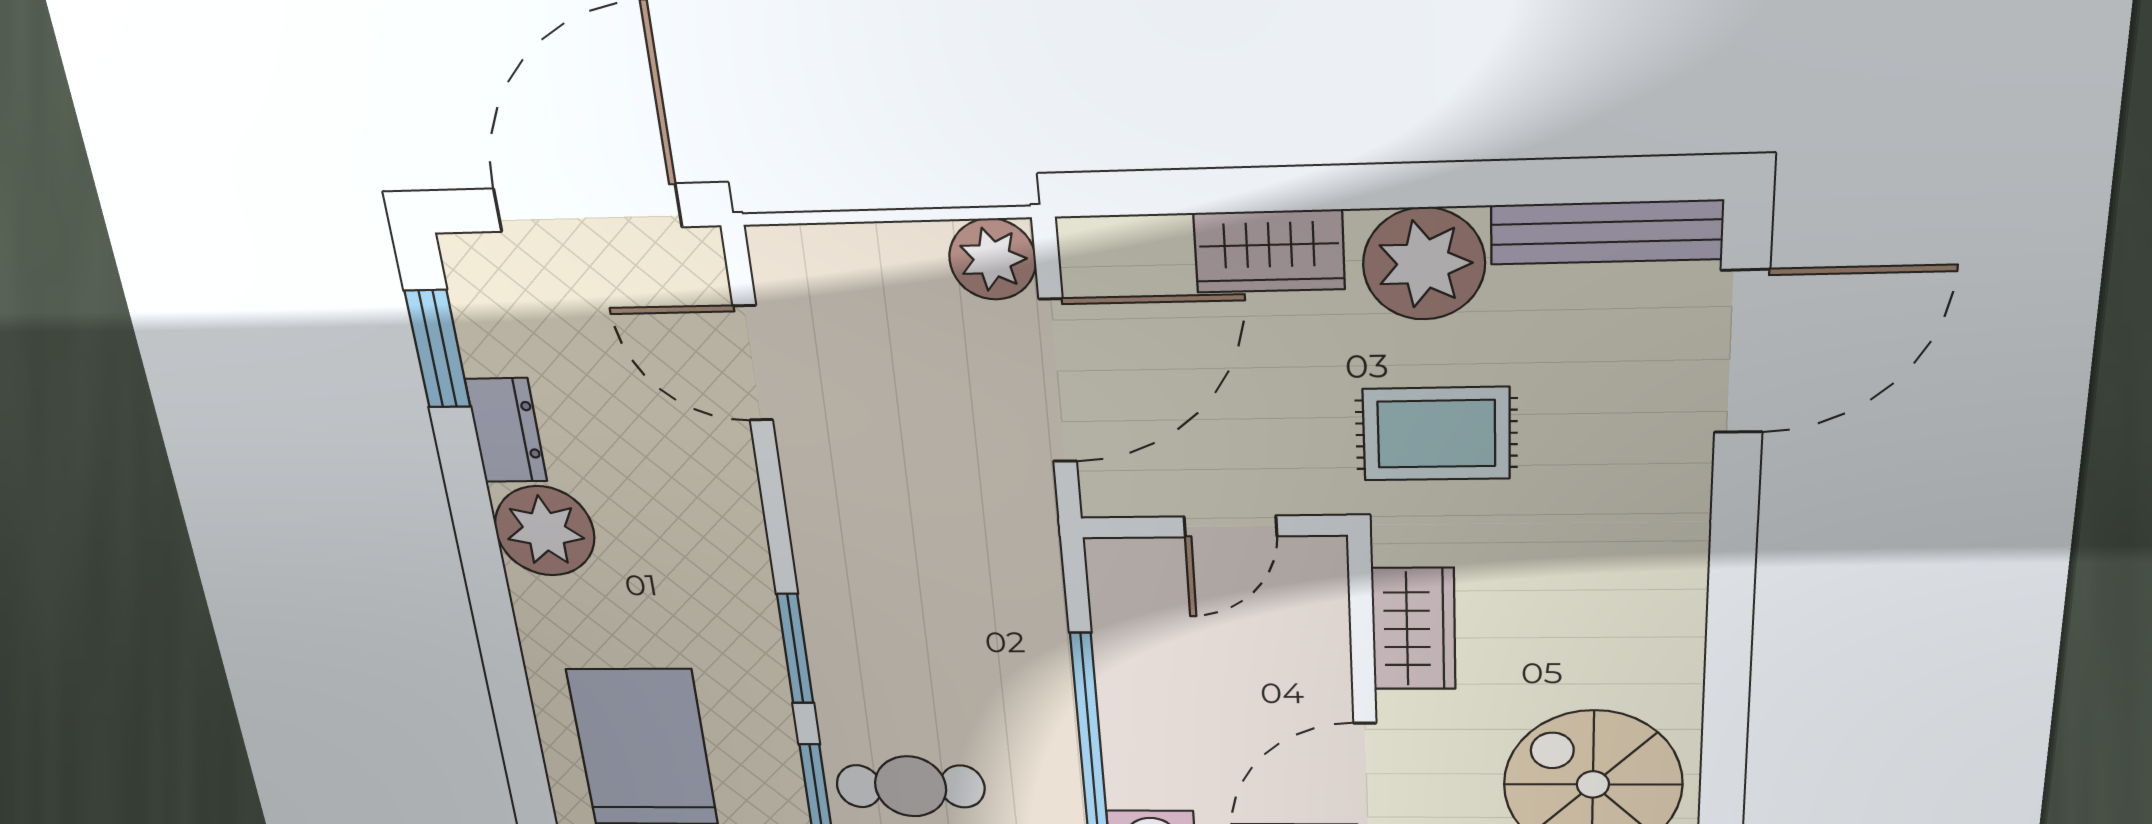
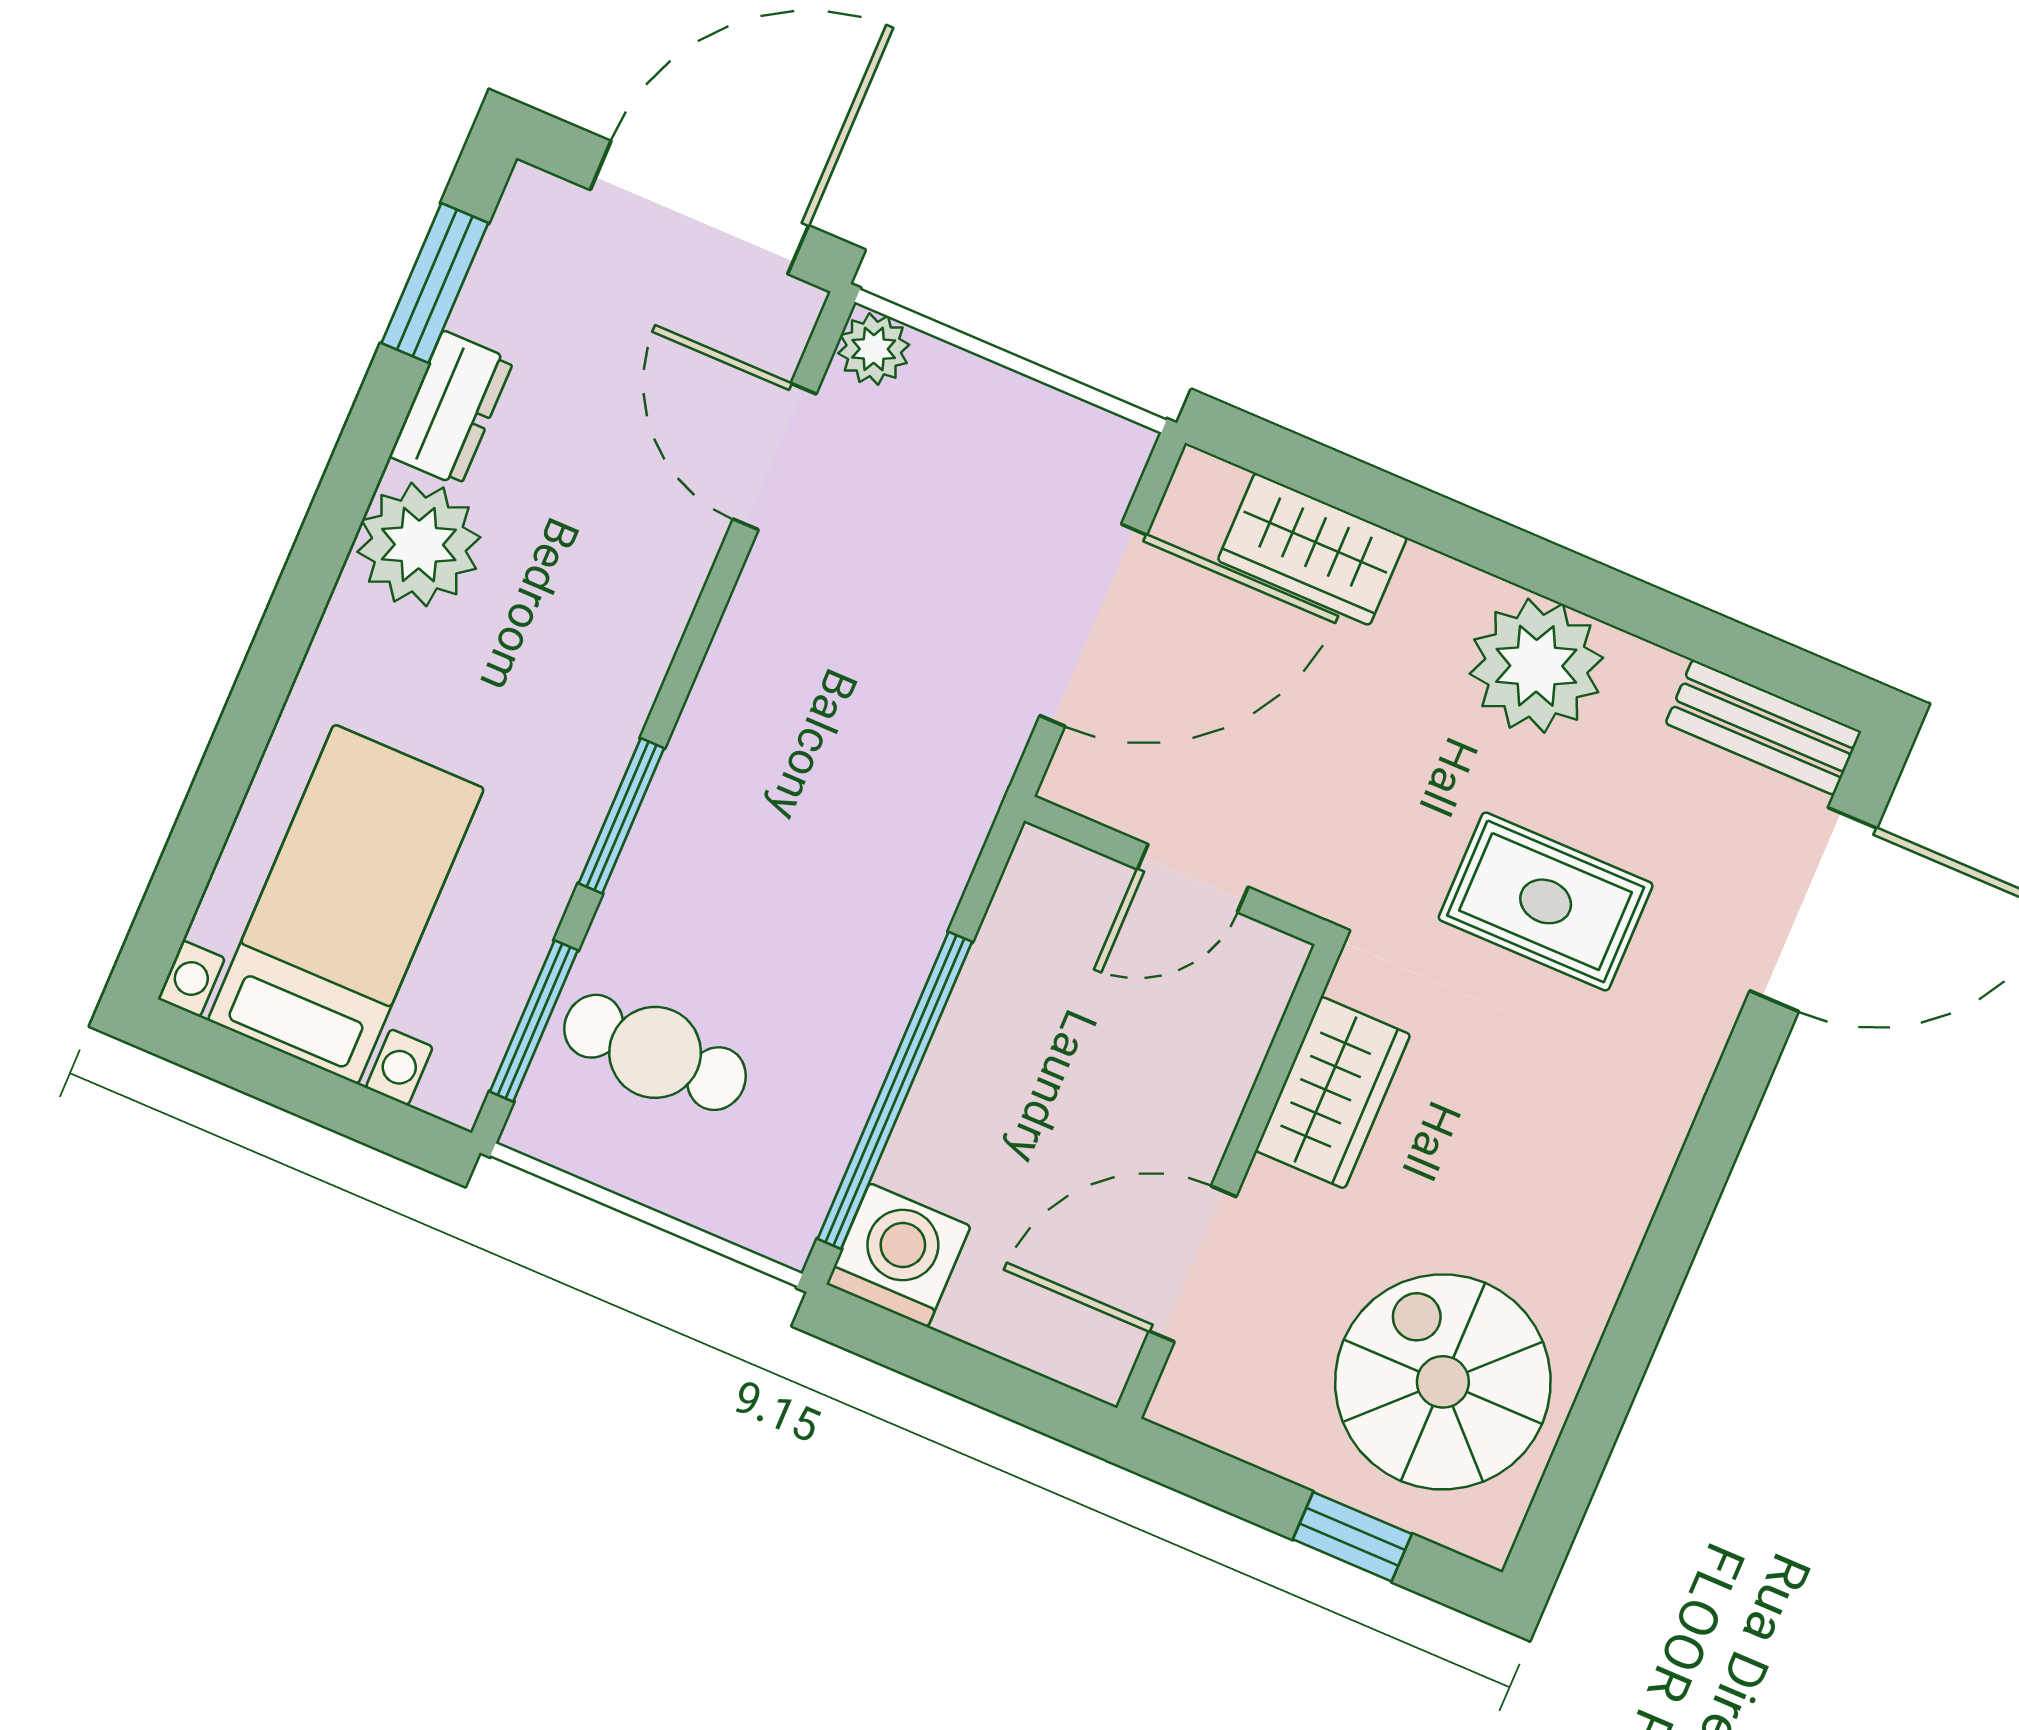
bench: (1607, 232) -> (1763, 727), width x0.73
wardrobe: (1269, 251) -> (1312, 549), moved
plant: (993, 259) -> (874, 349), moved, width x0.73, depth x0.73
rug: (1436, 434) -> (1546, 901), moved

